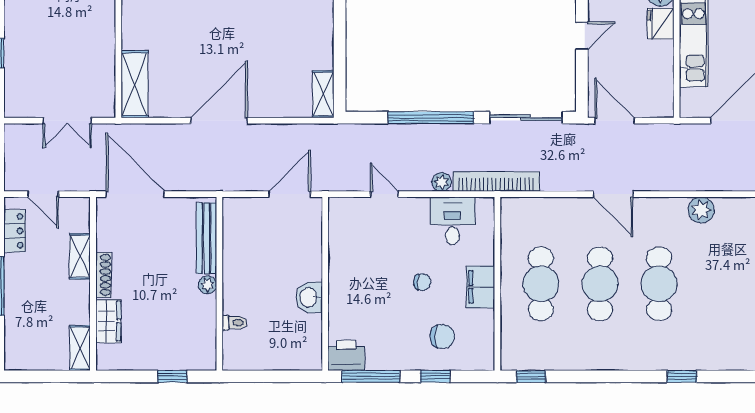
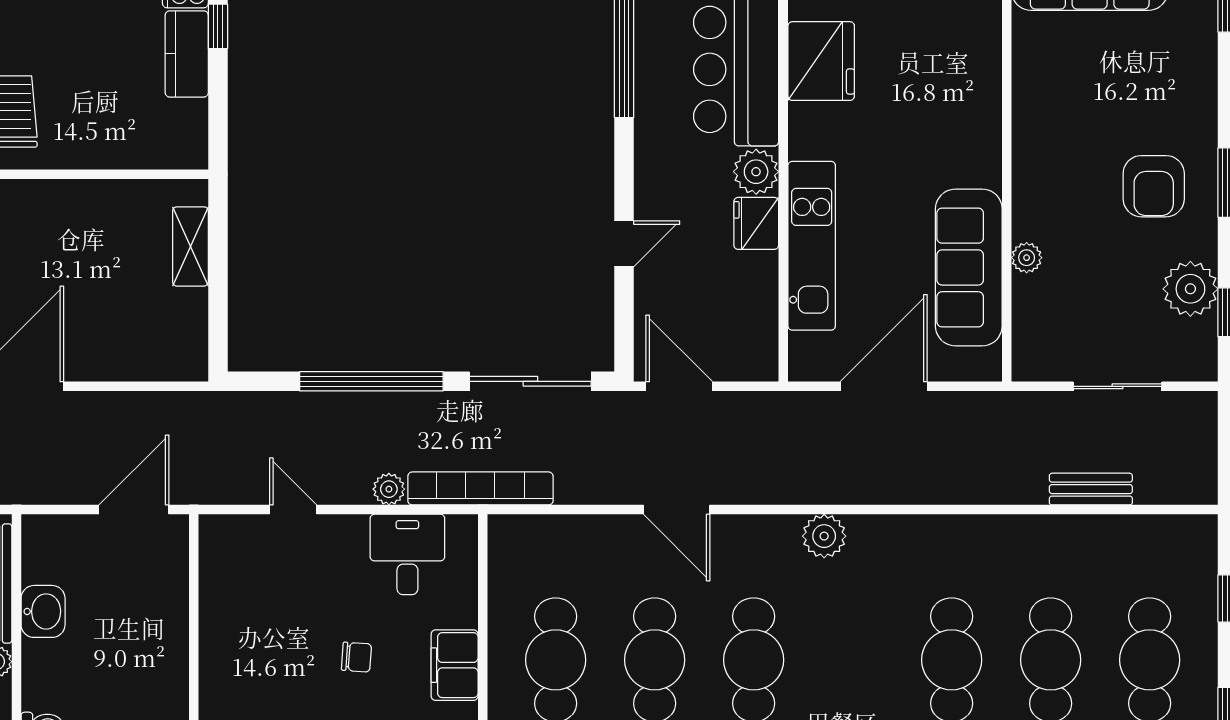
shelving: (323, 94) -> (190, 246), moved
washbasin: (309, 297) -> (43, 611), moved, turned 180

